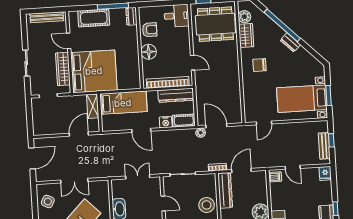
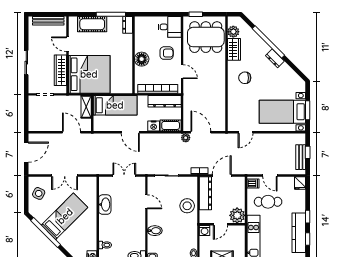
armchair: (150, 30) -> (167, 53), moved
door: (79, 134) -> (72, 132), hinge flipped
cafe table: (292, 195) -> (268, 202), added

